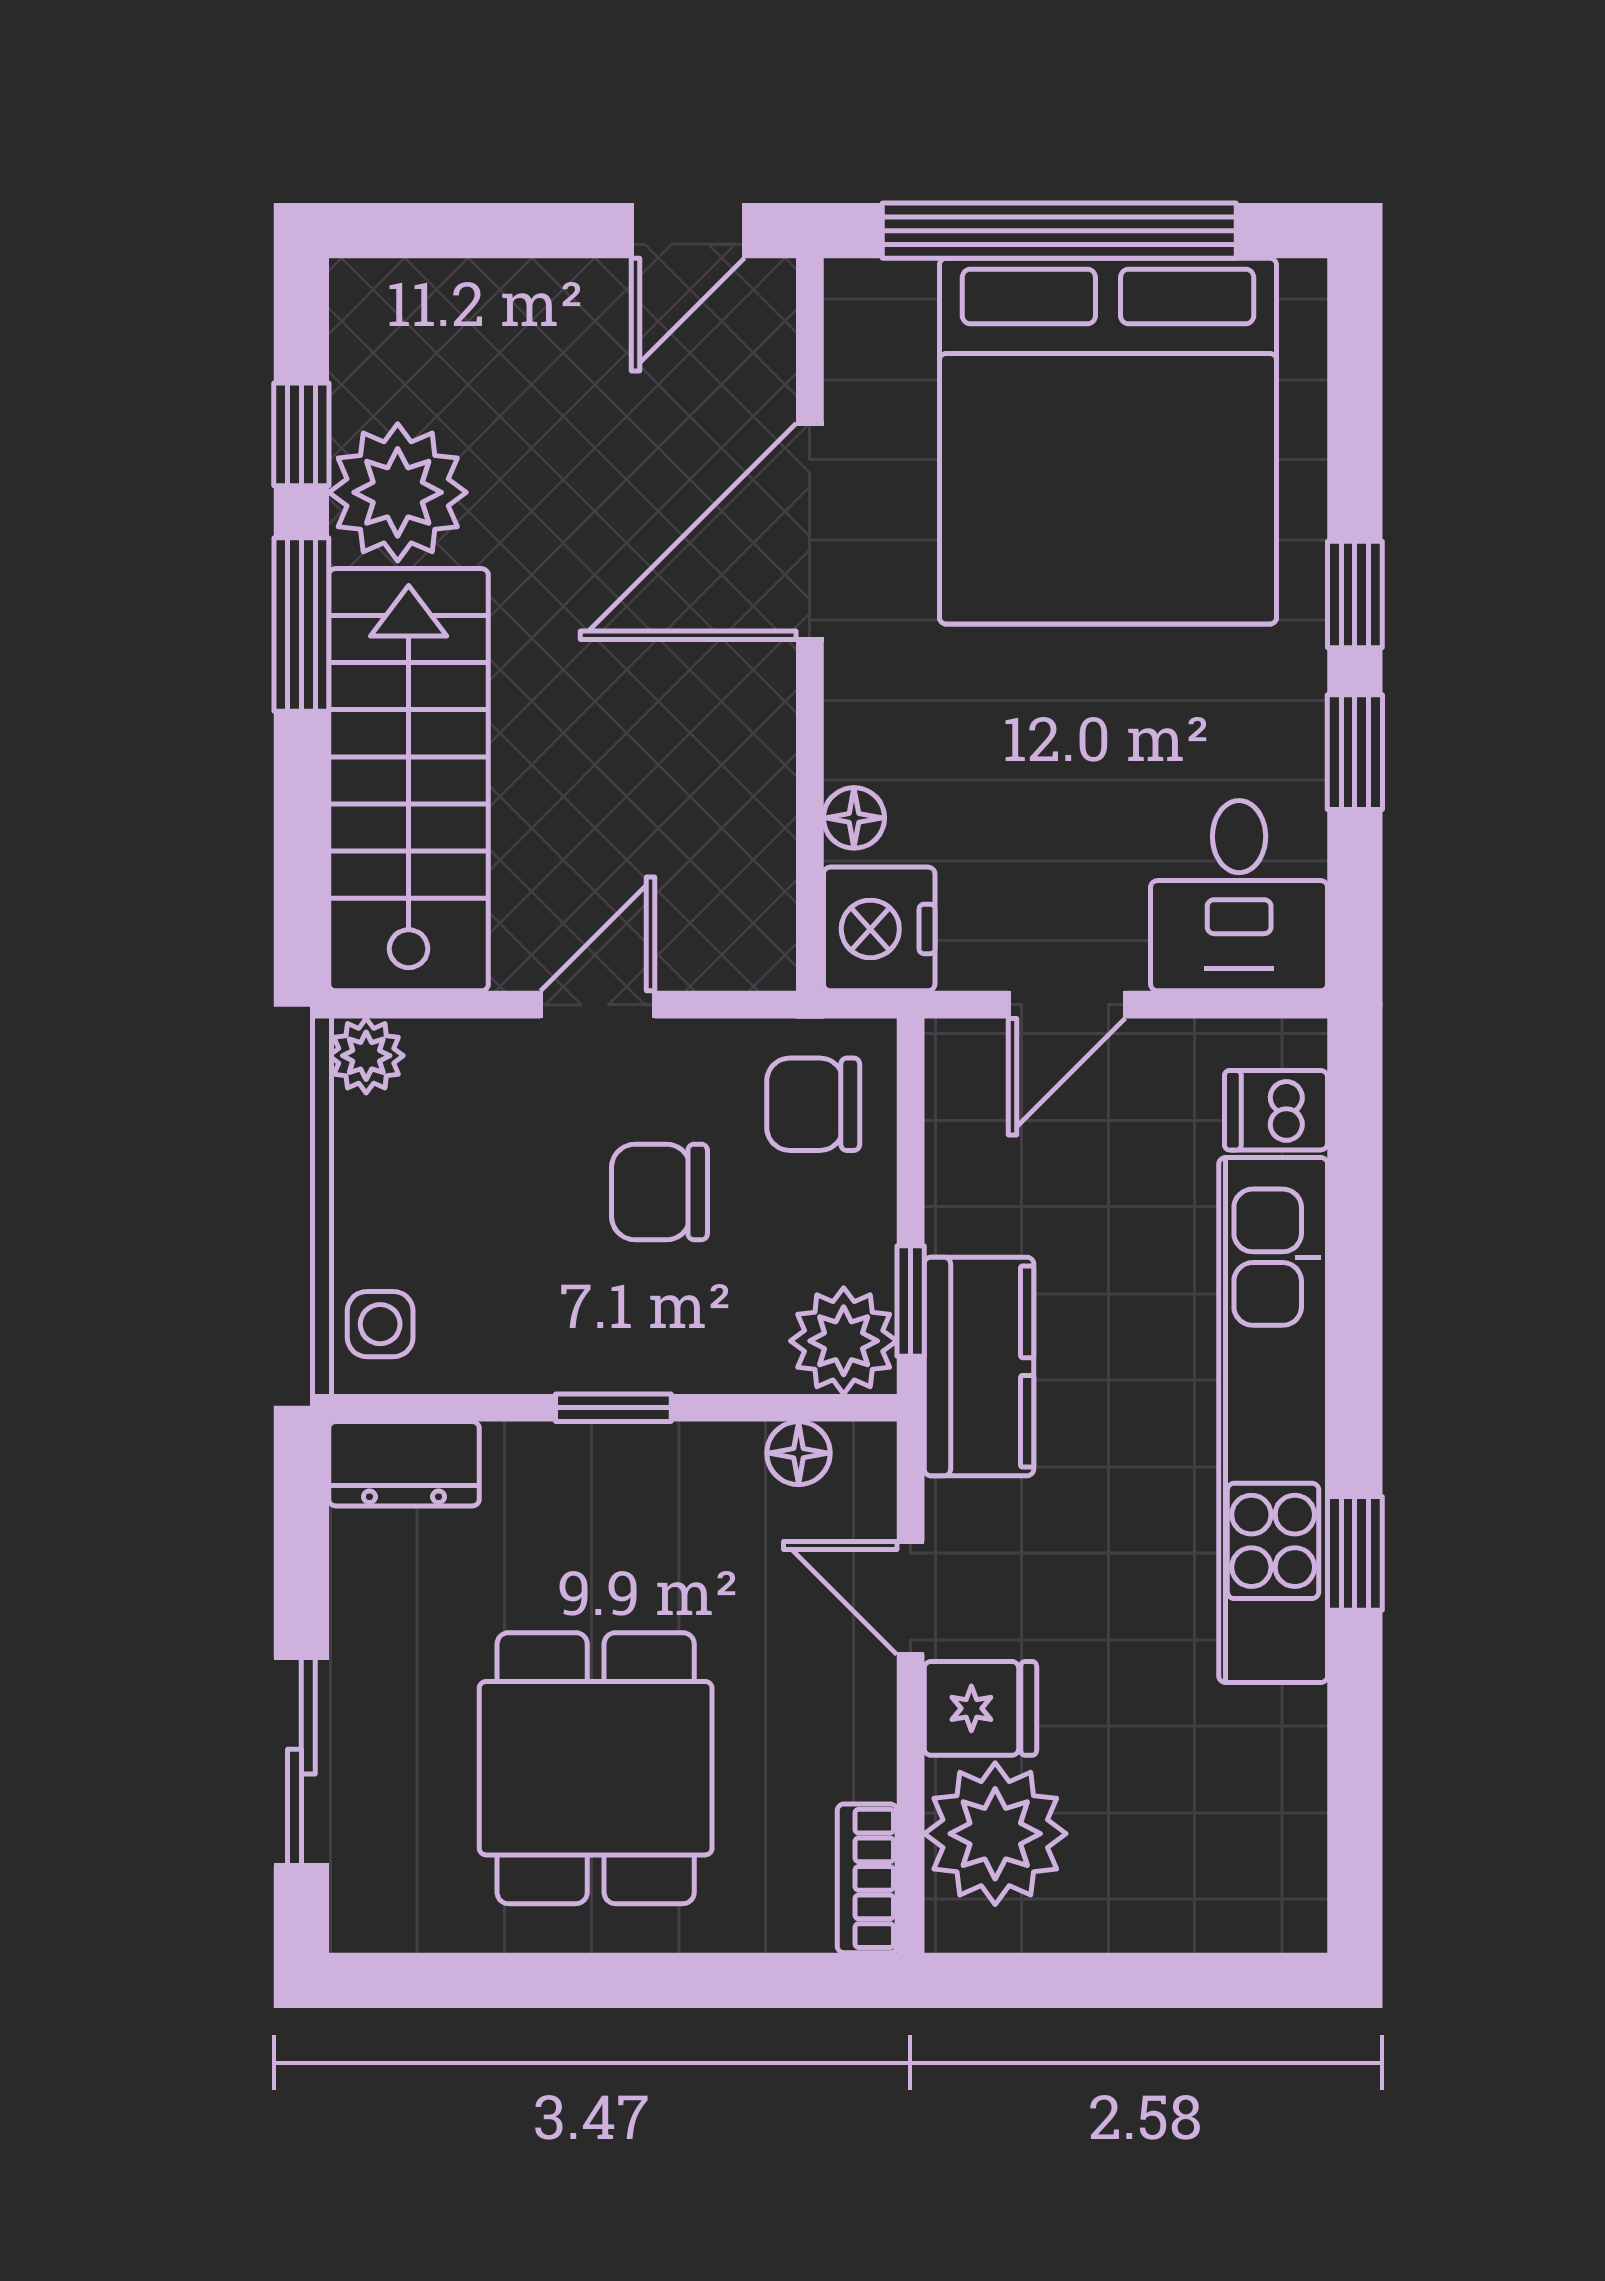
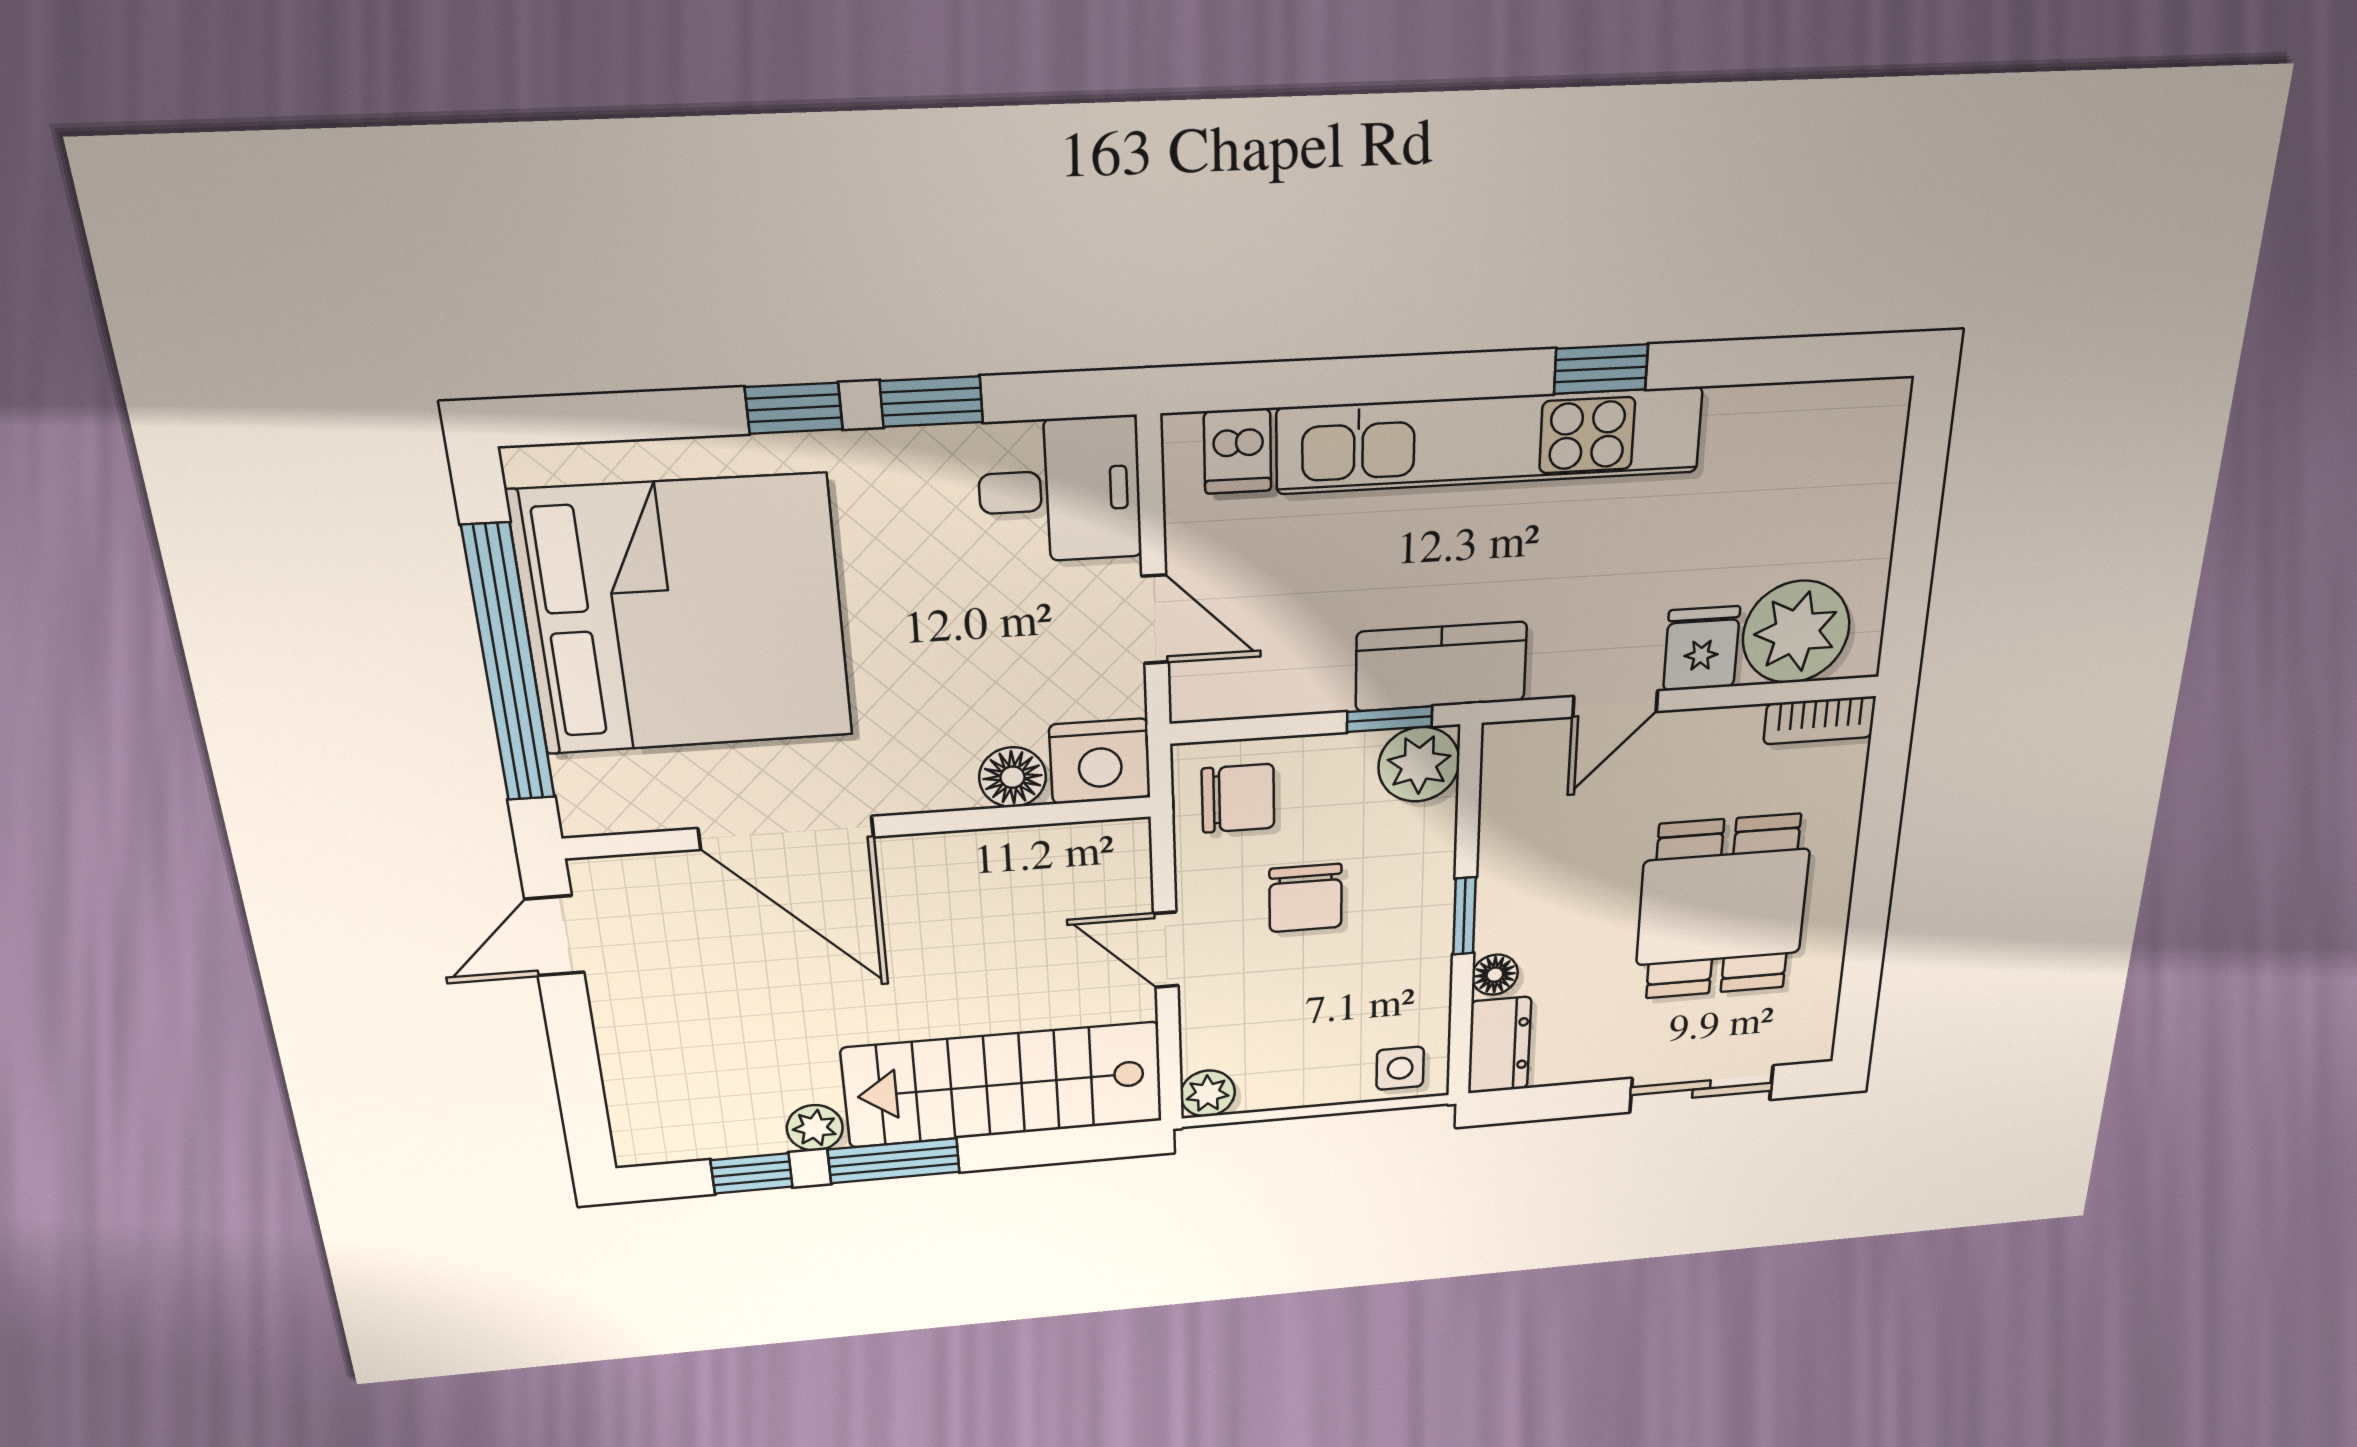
door: (688, 231) -> (555, 936), swing flipped
plant: (398, 492) -> (815, 1128), width x0.53, depth x0.53
floor lamp: (854, 818) -> (1013, 777), width x1.37, depth x1.37
chair: (813, 1104) -> (1238, 798), turned -90
floor lamp: (799, 1453) -> (1495, 975), moved
dining table: (596, 1768) -> (1723, 907), turned 90

